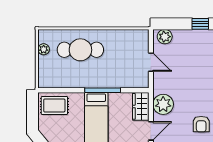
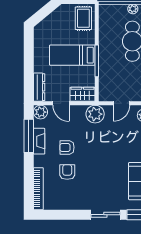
plant: (163, 104) -> (95, 114), moved

